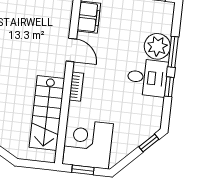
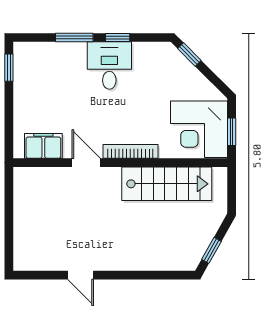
plant: (157, 46) -> (70, 58), removed
door: (71, 50) -> (86, 163), hinge flipped
bookcase: (76, 87) -> (130, 151), width x1.56

